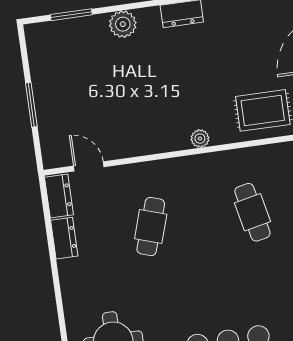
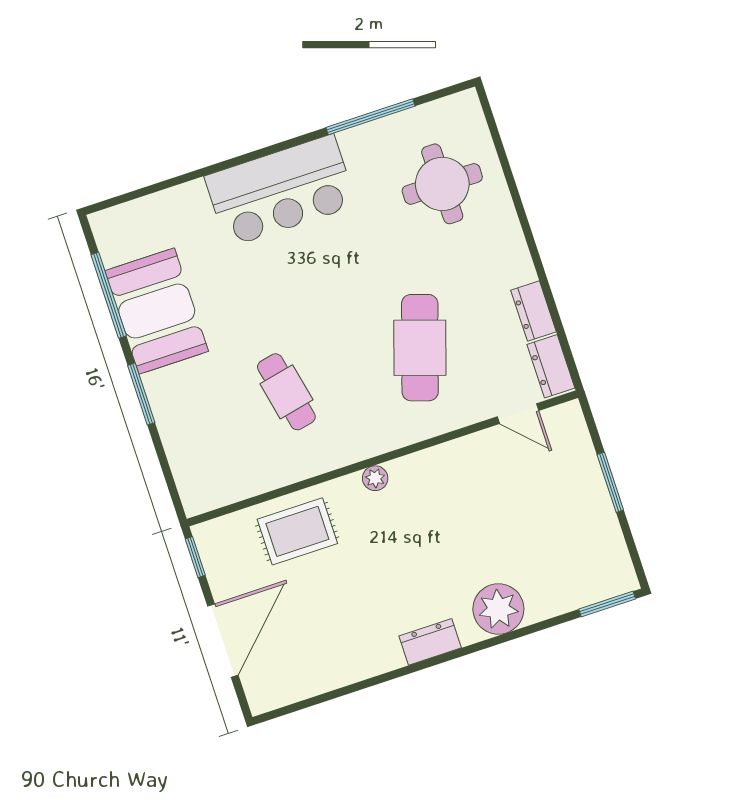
window: (71, 15) -> (607, 604), moved
plant: (123, 24) -> (498, 609), width x1.36, depth x1.36
cafe table: (151, 227) -> (420, 348), width x1.37, depth x1.35

